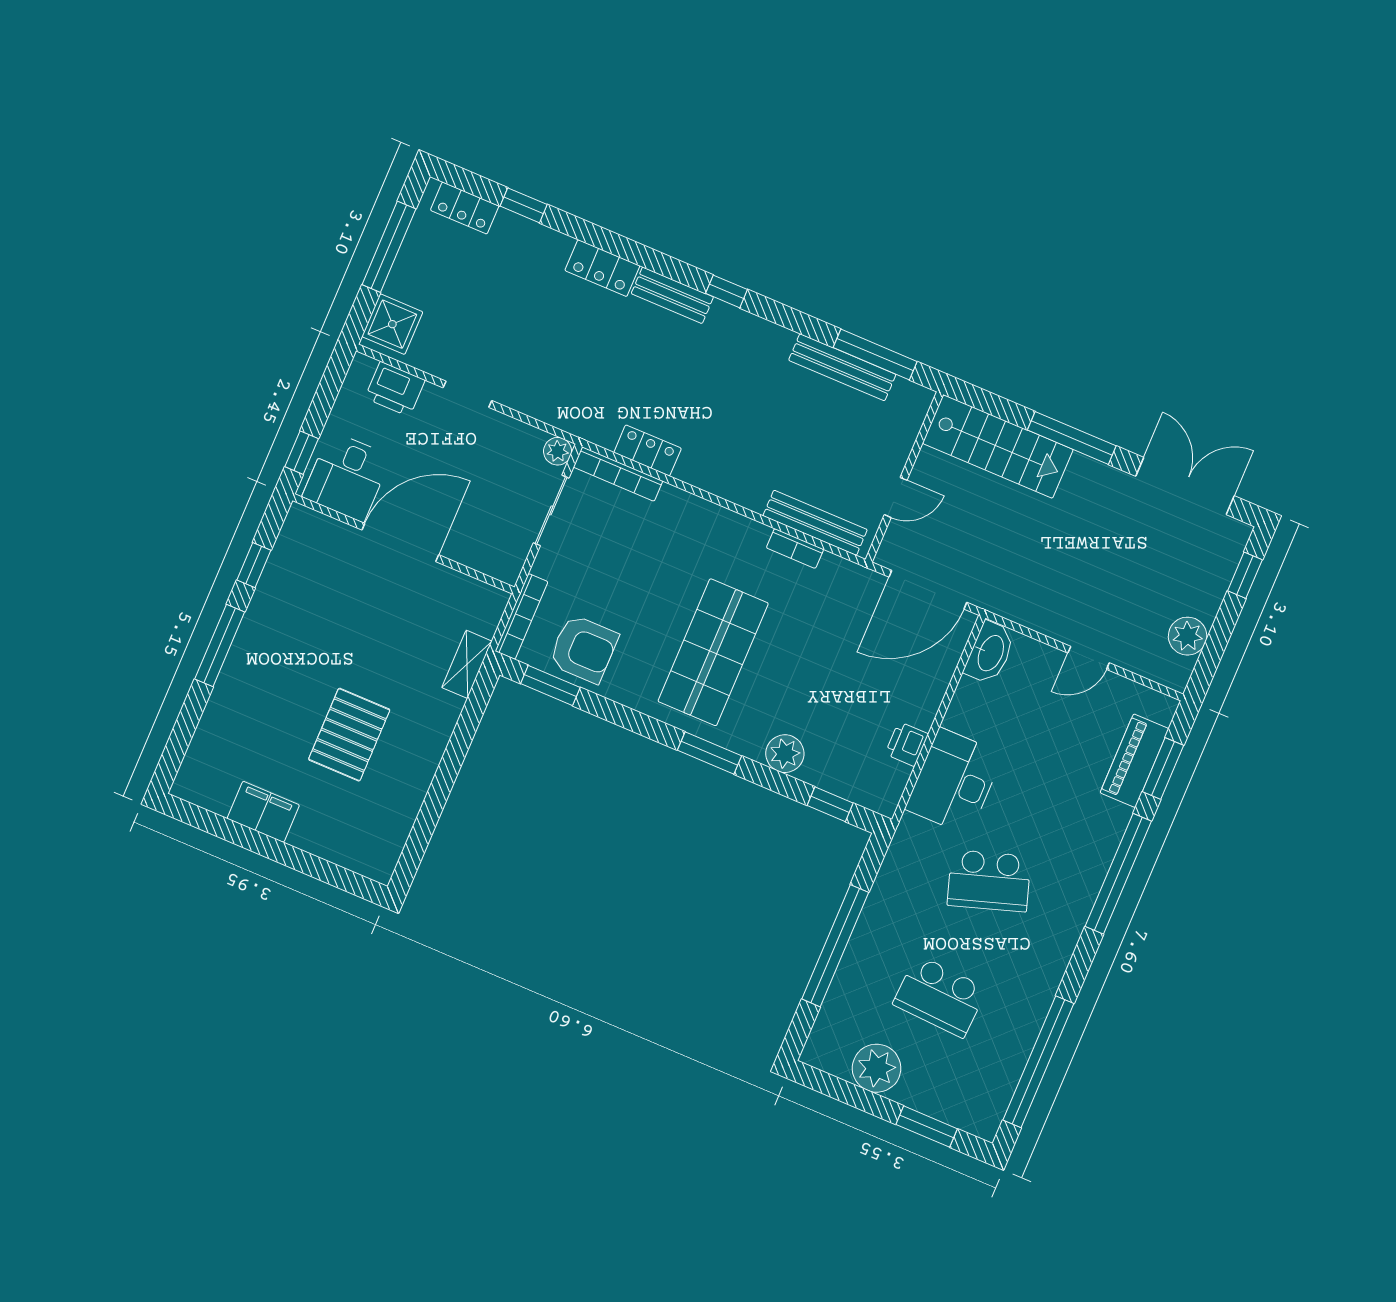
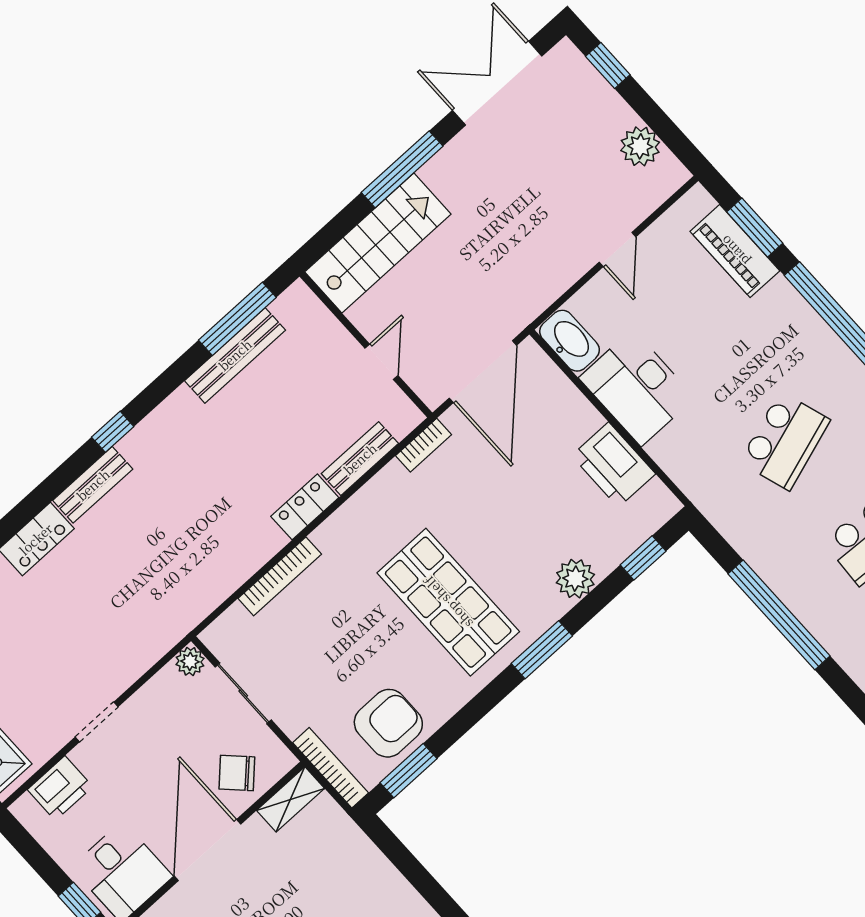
locker: (648, 450) -> (305, 507), moved
bookcase: (618, 474) -> (280, 576), moved
bench: (815, 523) -> (360, 459), width x0.73
chair: (479, 537) -> (237, 773), added
bookcase: (795, 548) -> (424, 445), moved
shelving: (467, 664) -> (291, 799), moved, turned 90
printer: (907, 744) -> (613, 465), width x1.87, depth x1.48
desk: (954, 781) -> (637, 388), moved

